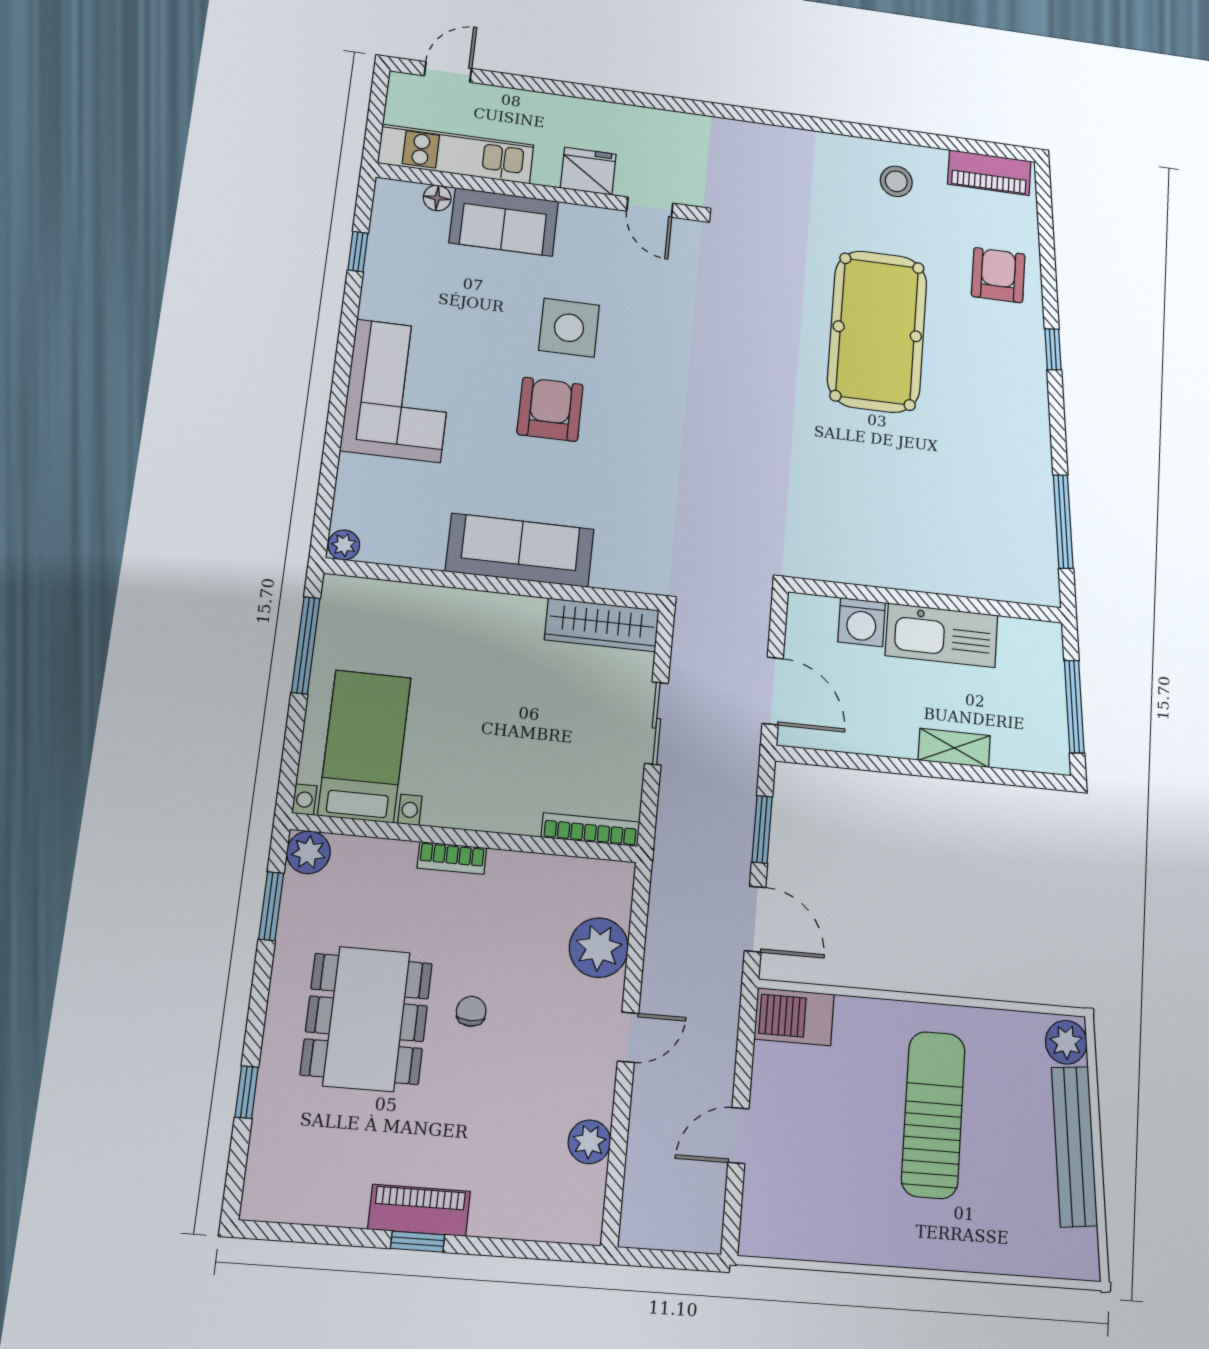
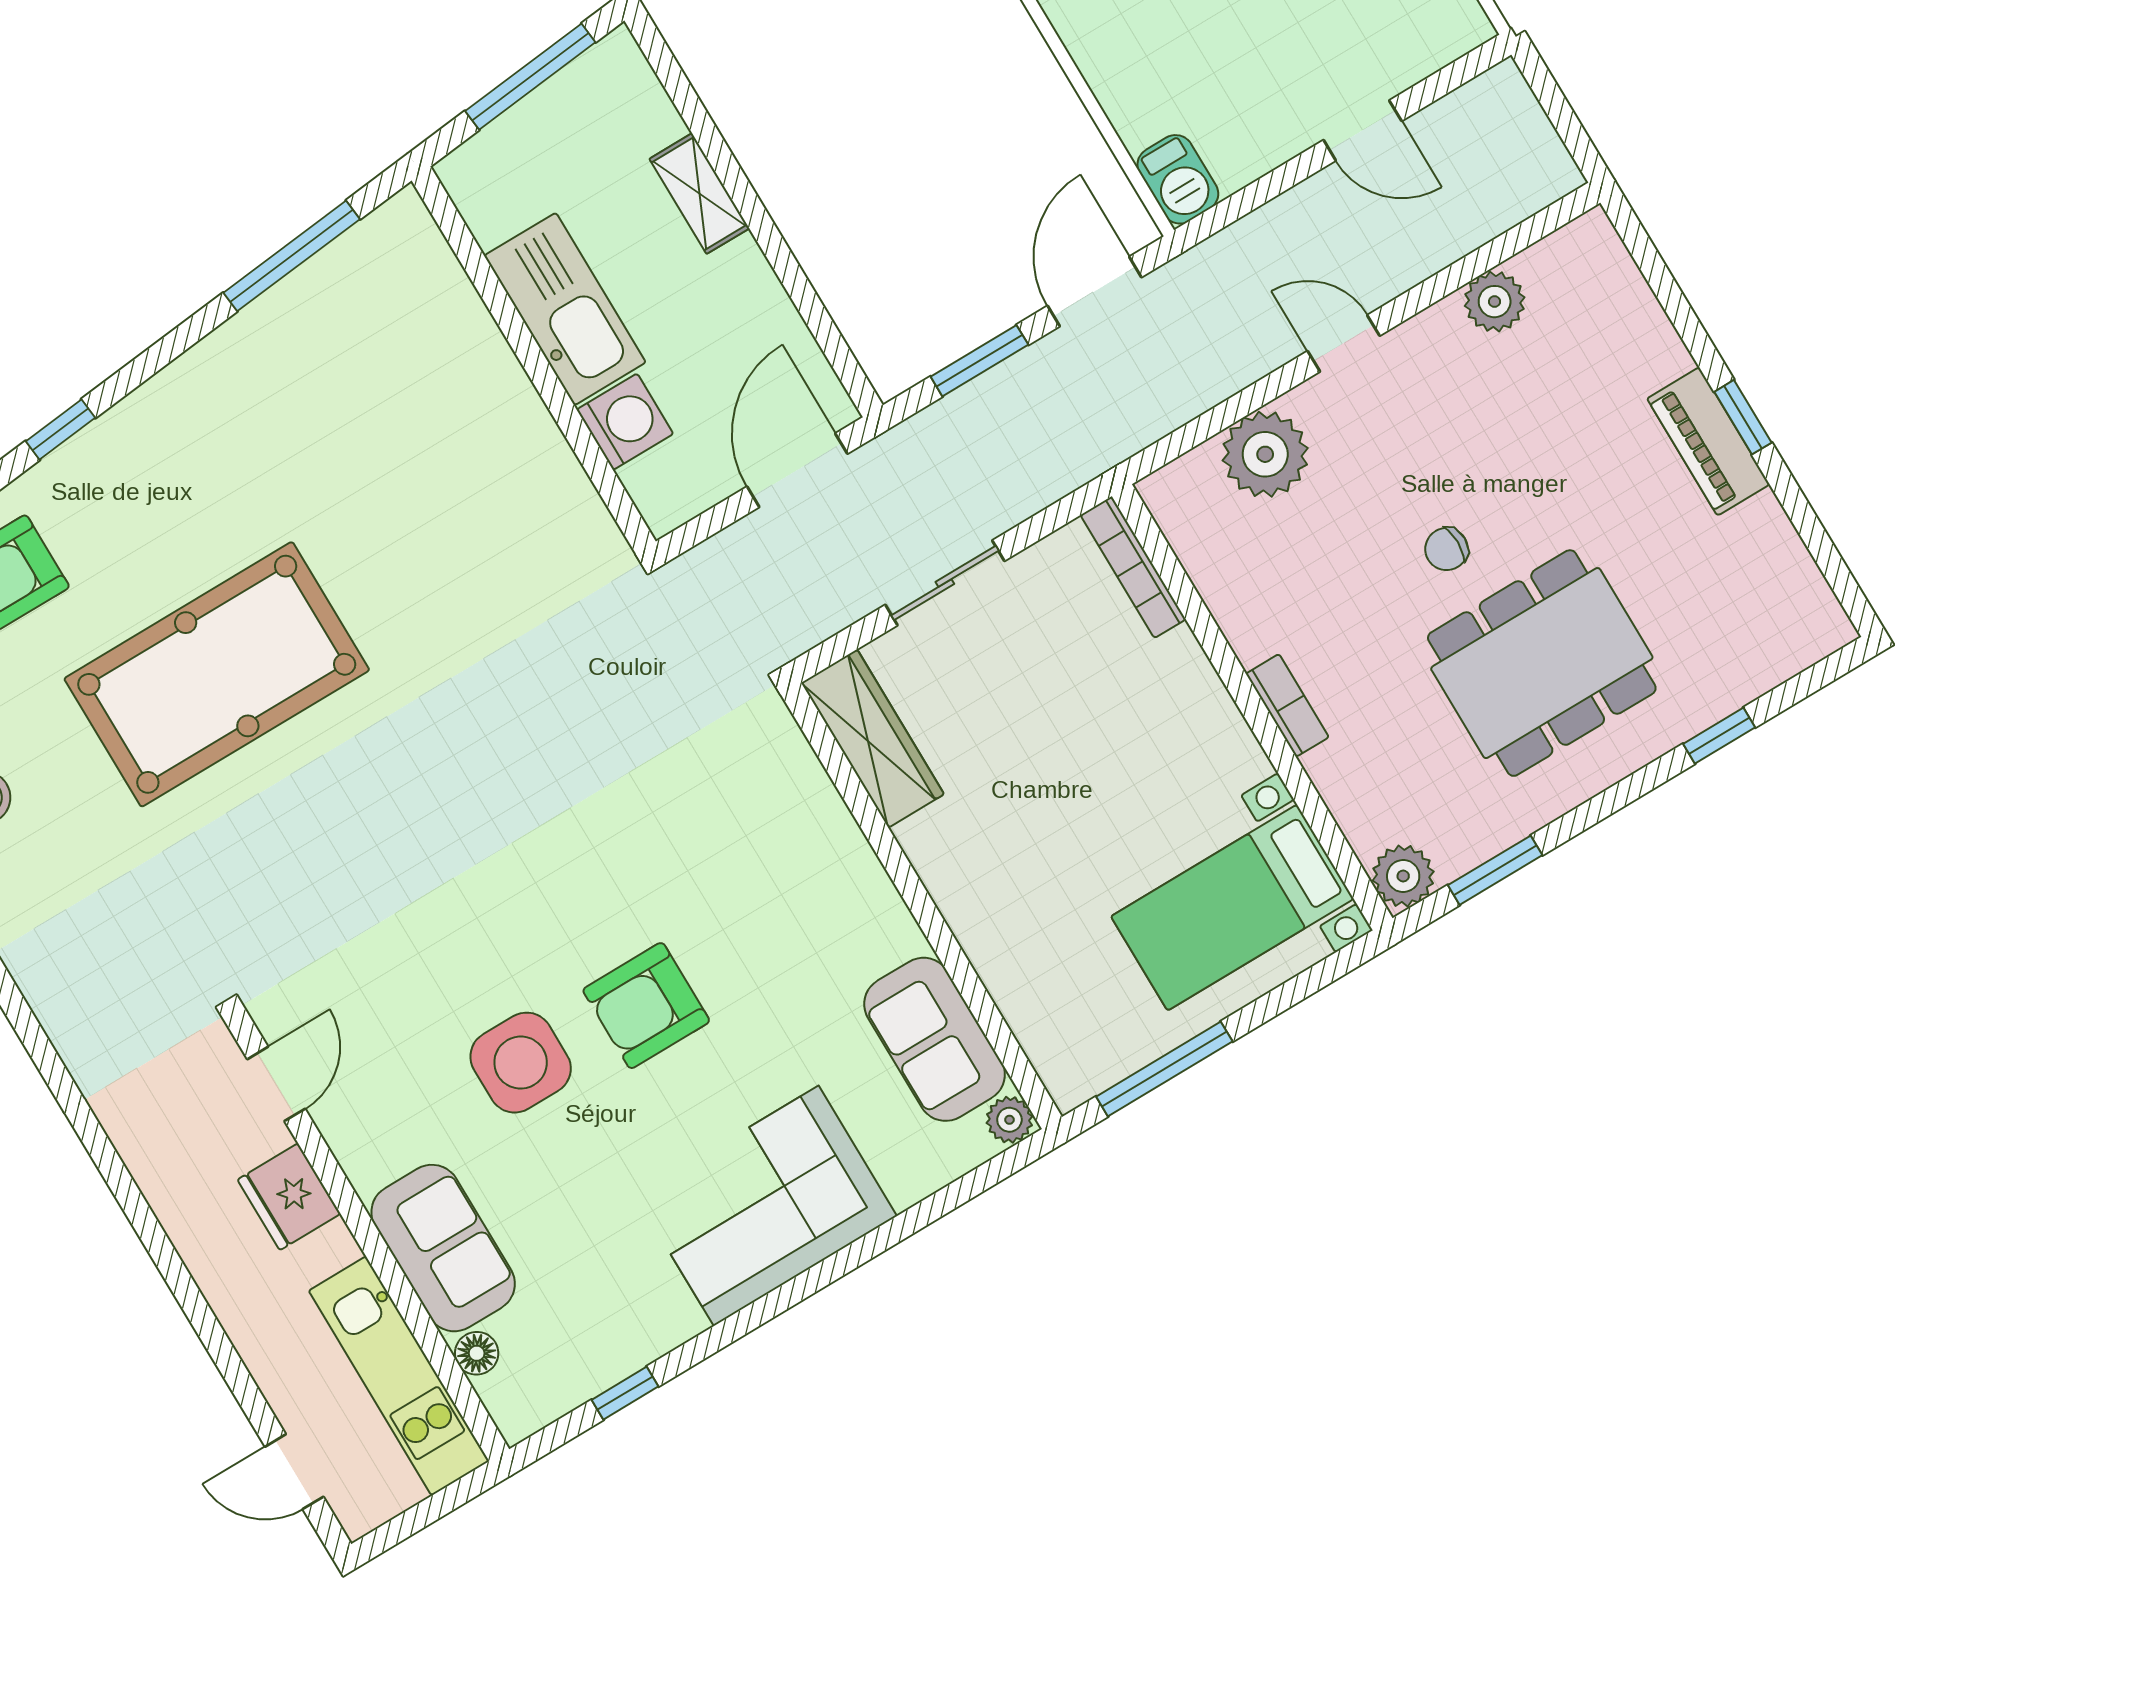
sofa: (520, 550) -> (935, 1039), moved, width x0.73
barbecue: (794, 1017) -> (1178, 179), width x0.73, depth x0.79

